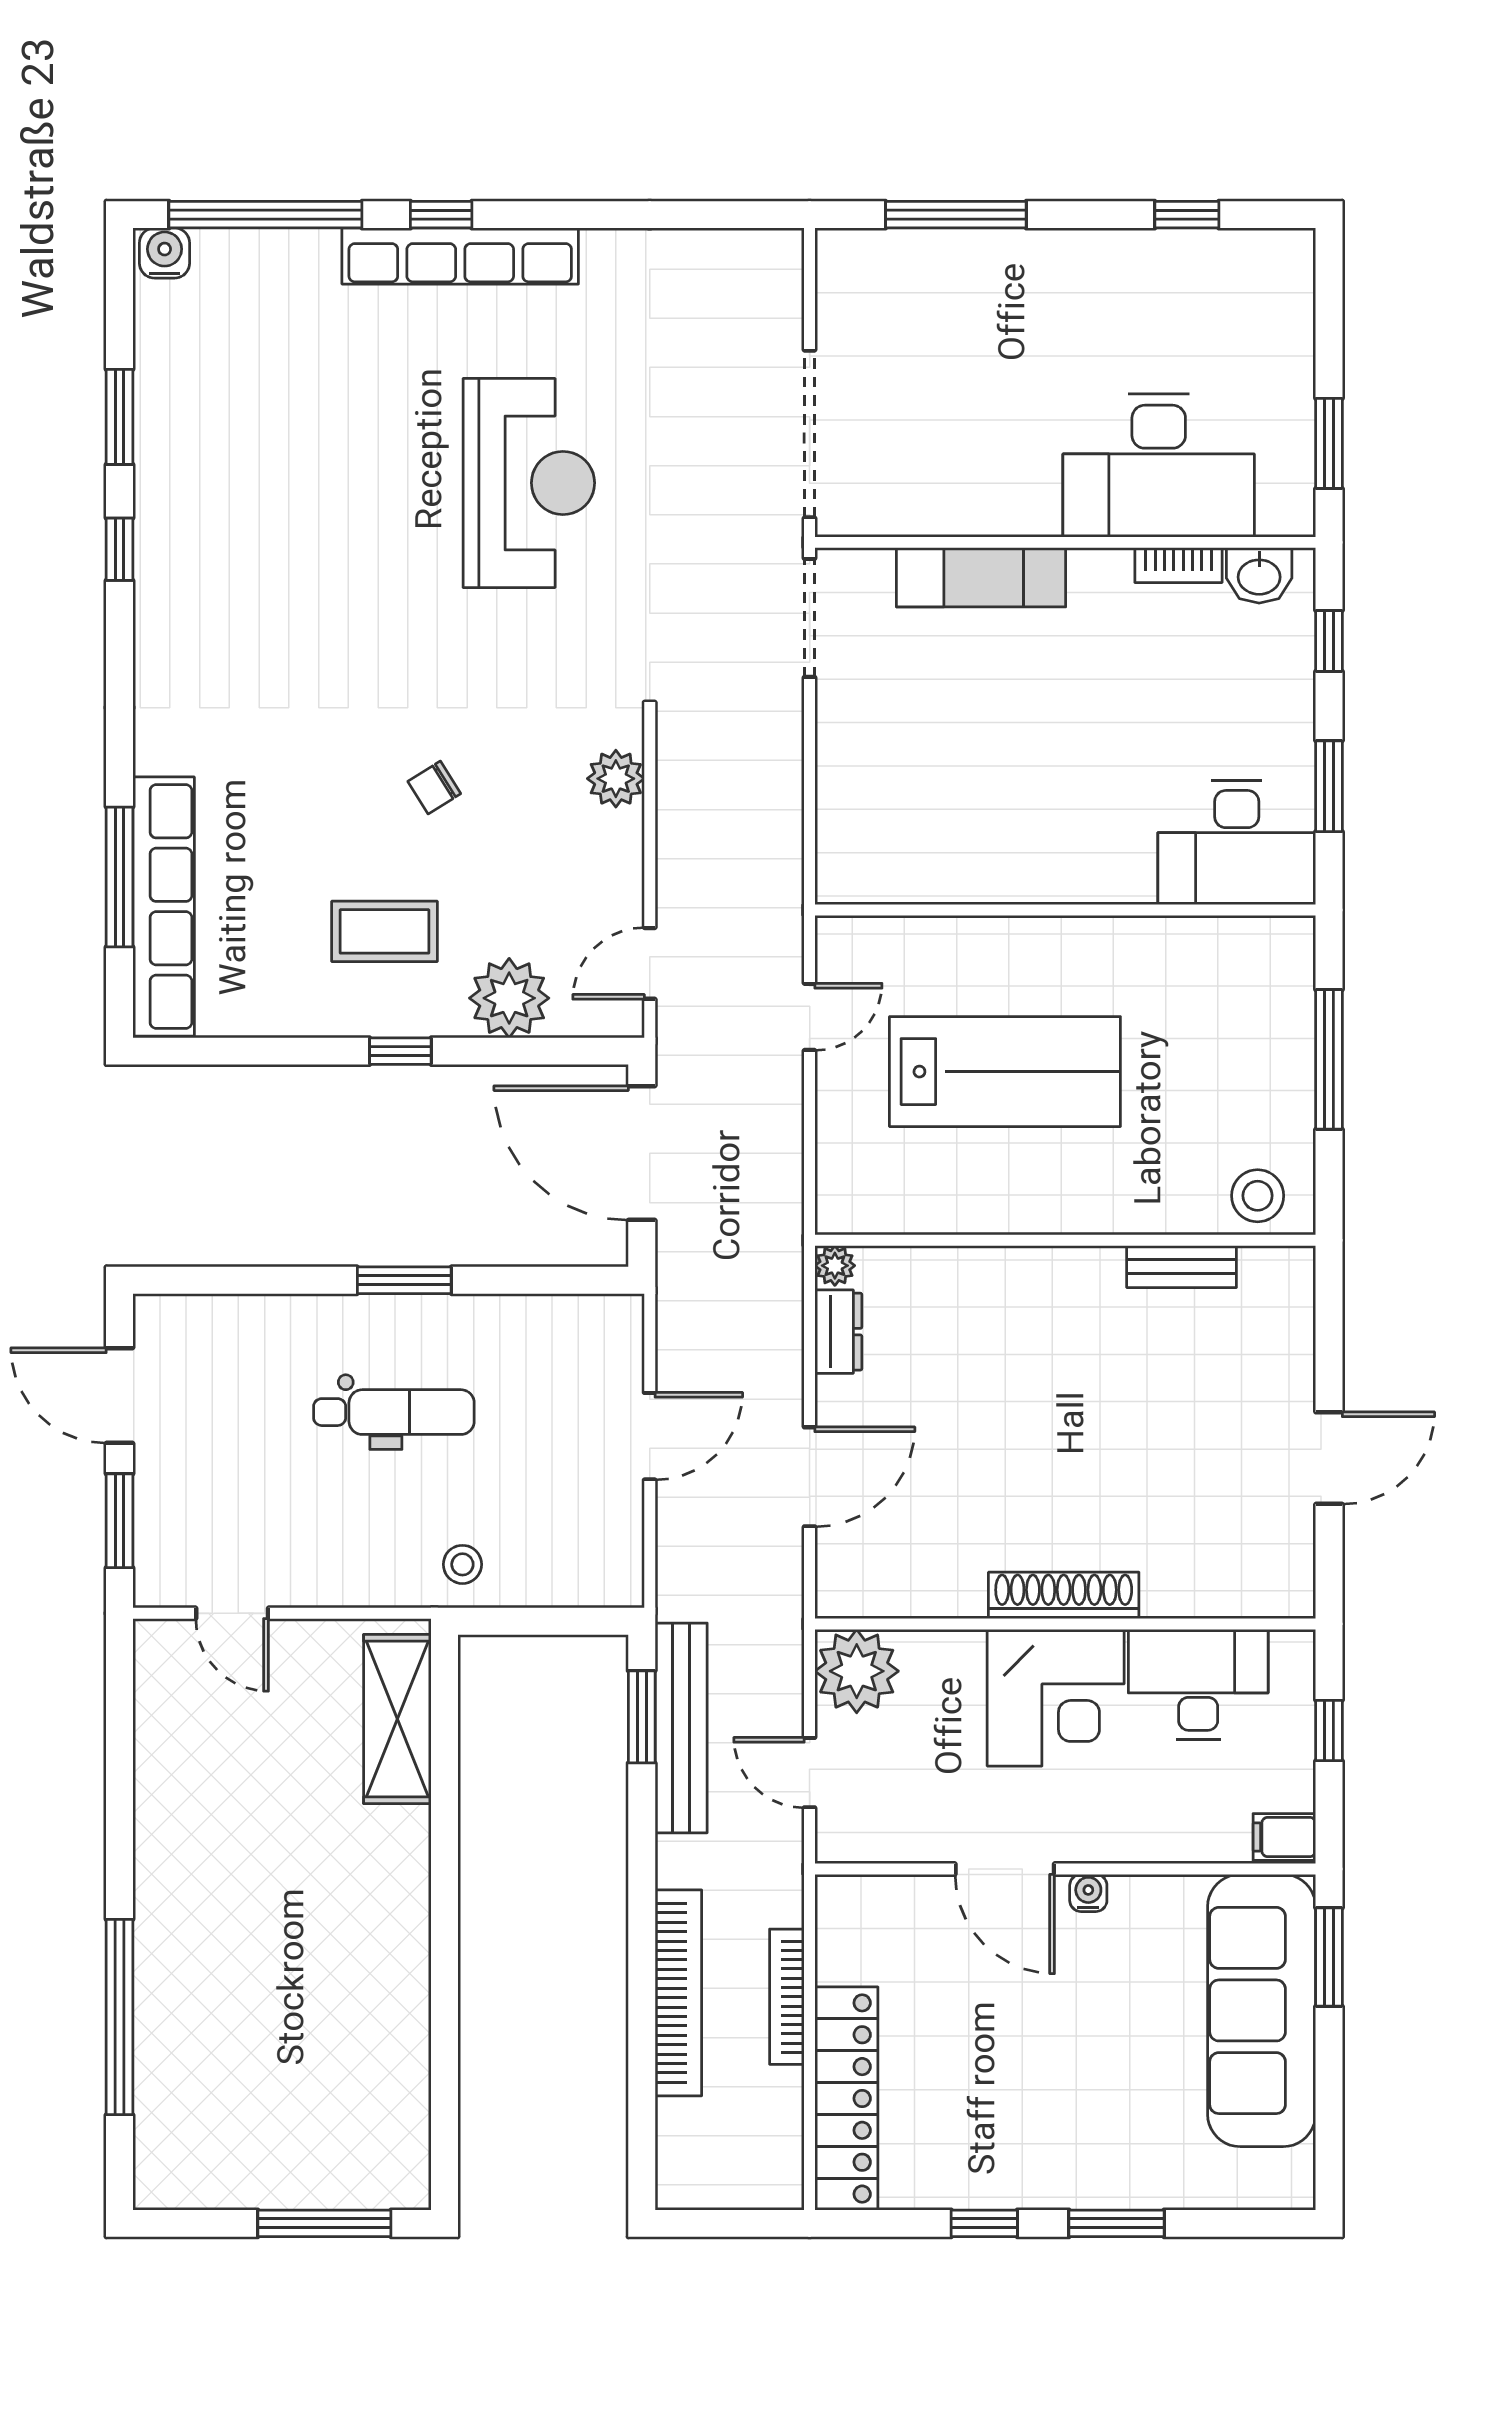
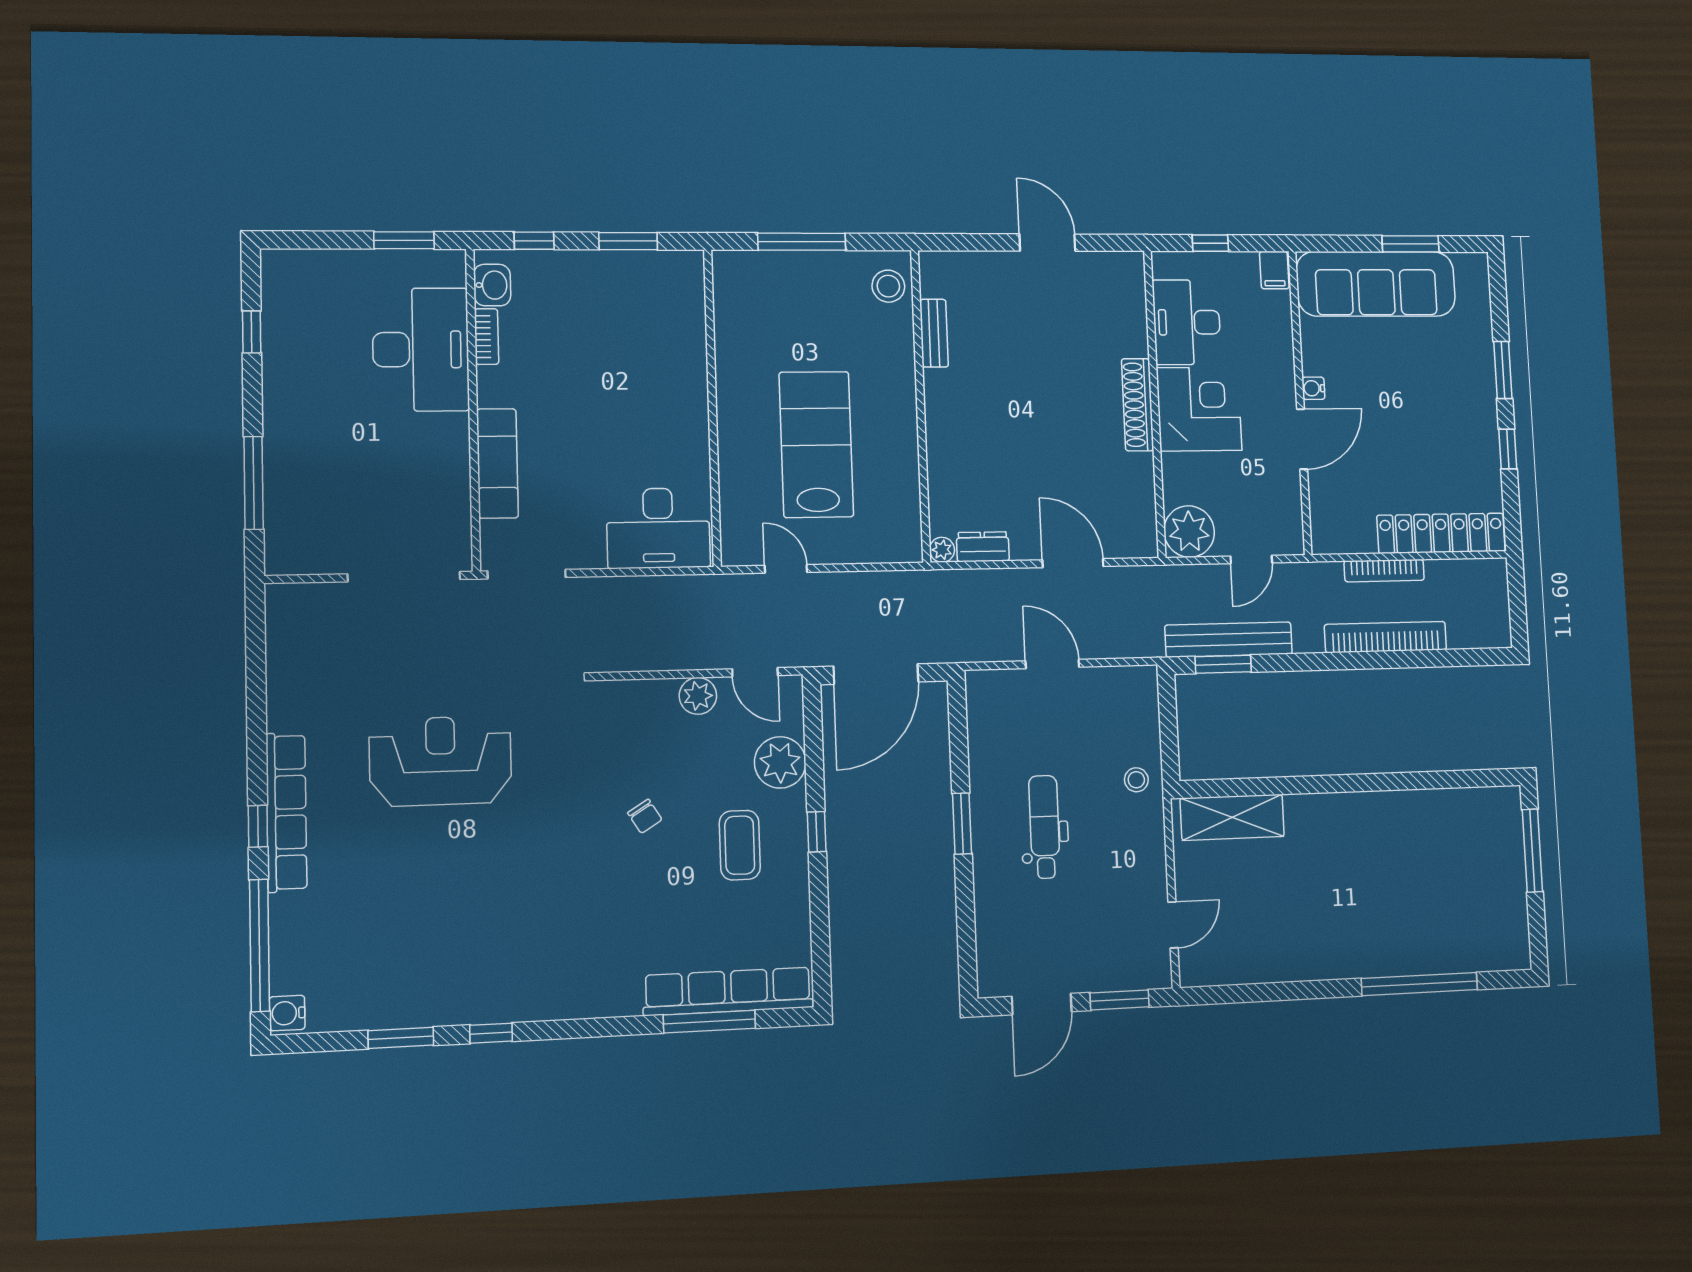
plant: (616, 779) -> (698, 696), moved
desk: (1237, 843) -> (658, 528), moved, turned 90
window: (1329, 1957) -> (1410, 244), moved

